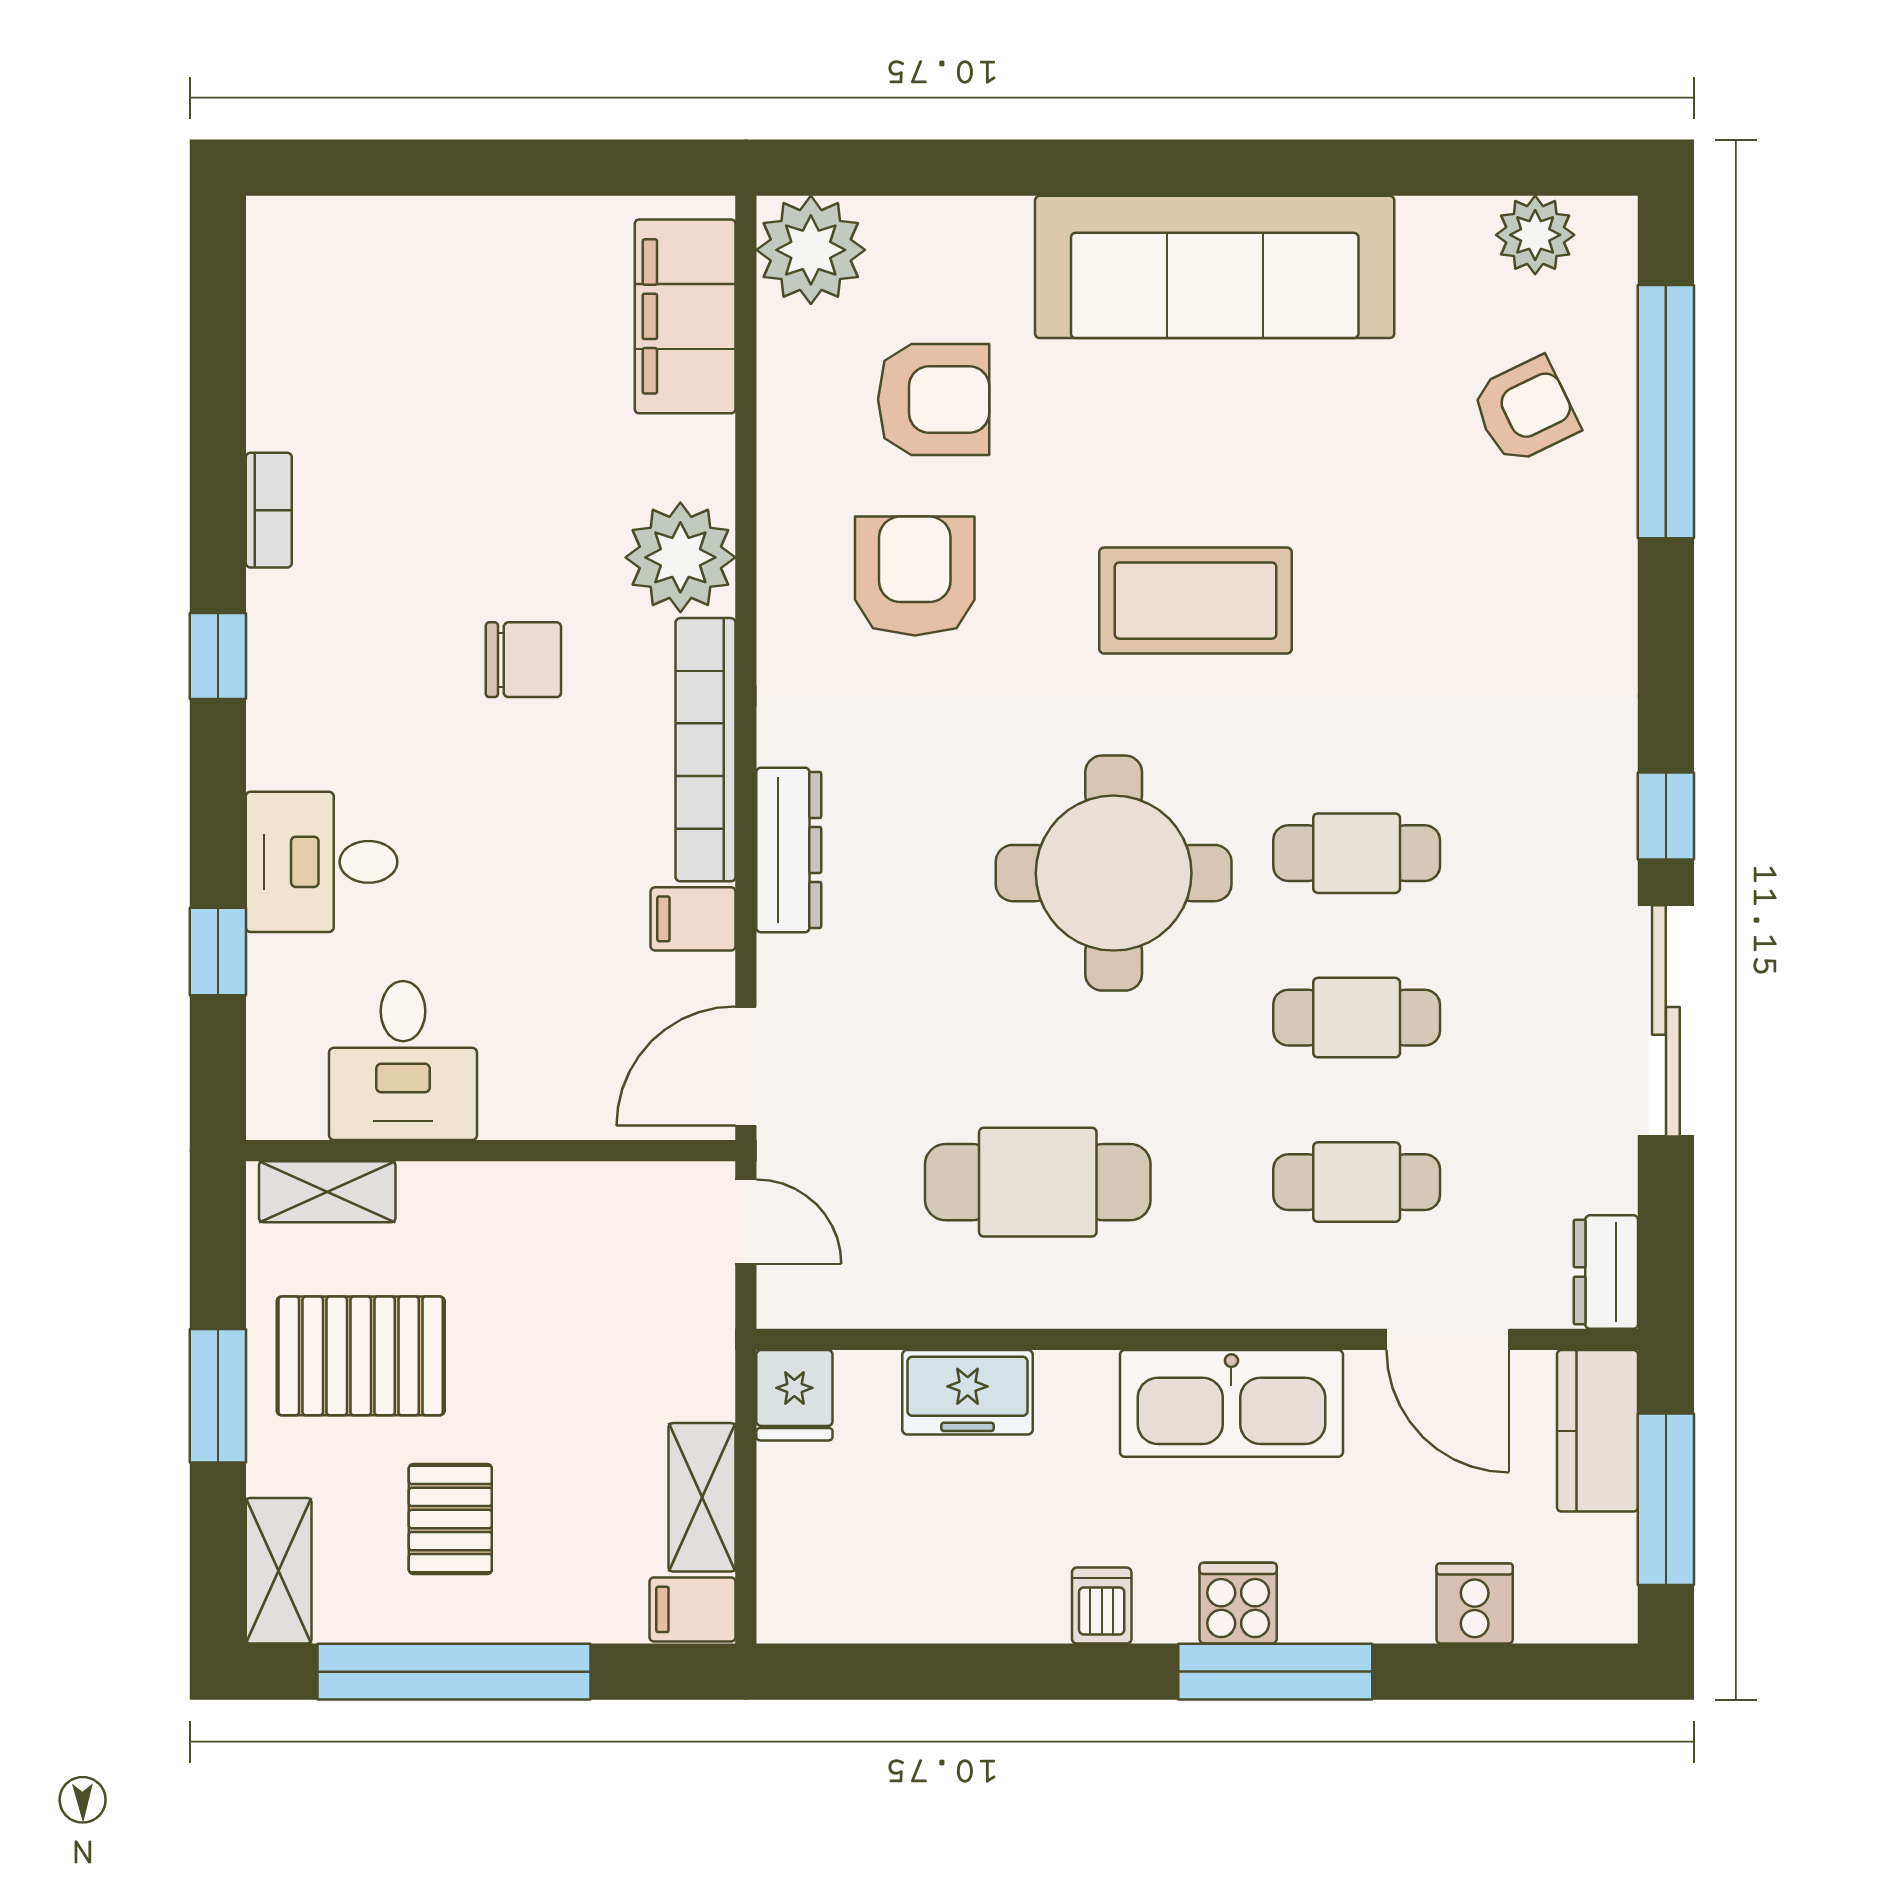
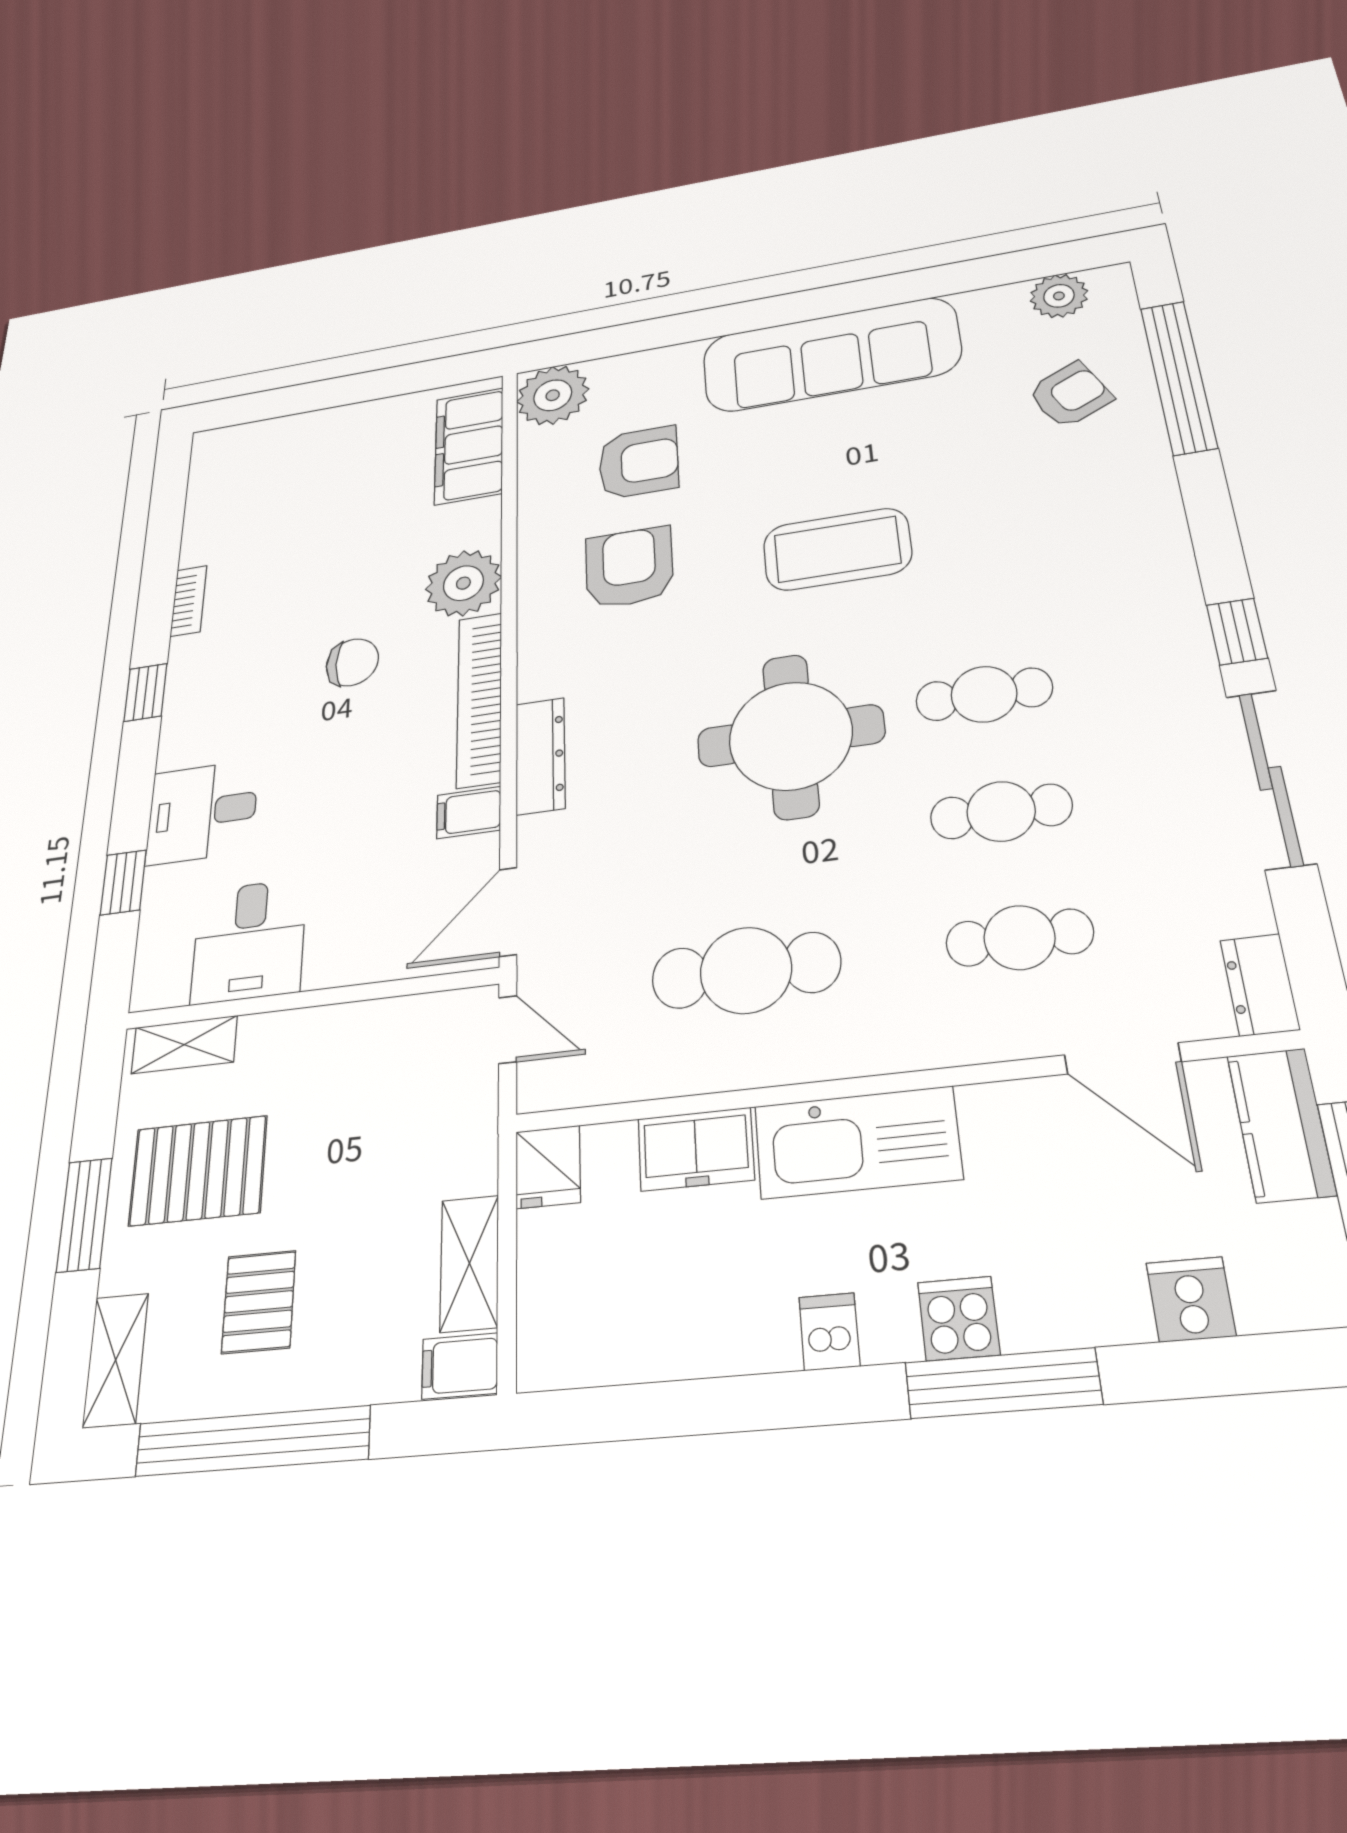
kitchen sink: (1231, 1403) -> (857, 1142), moved

